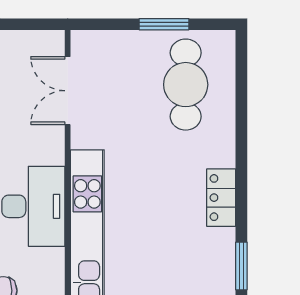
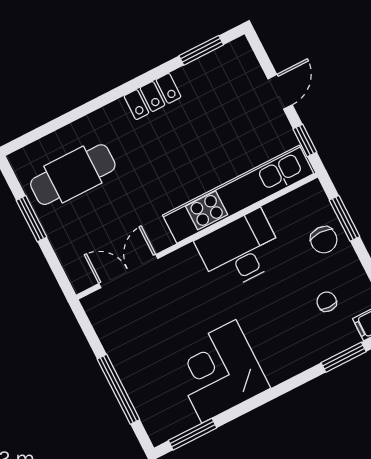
double door: (68, 91) -> (128, 271), swing flipped

